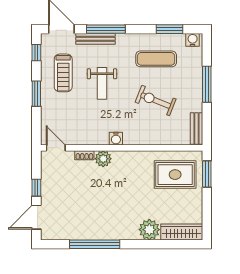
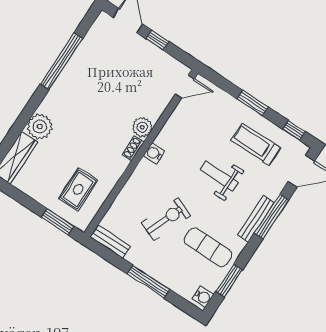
bench: (96, 39) -> (256, 219), moved
exercise mat: (156, 59) -> (208, 247), turned 90
shoe rack: (84, 155) -> (133, 148), moved
rug: (175, 175) -> (78, 189), width x0.73, depth x0.70

